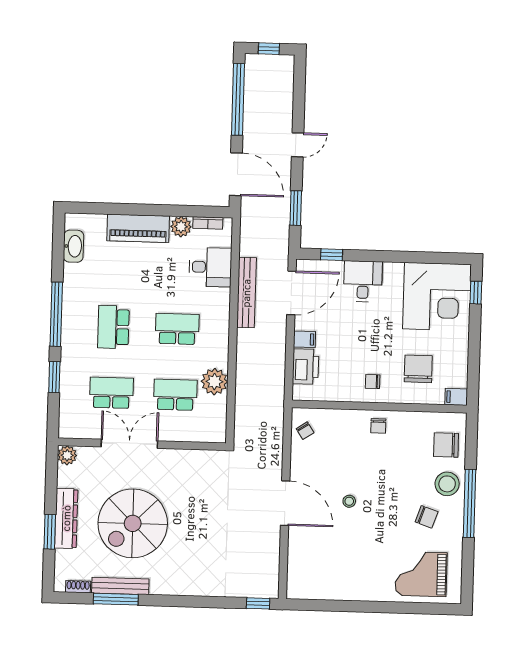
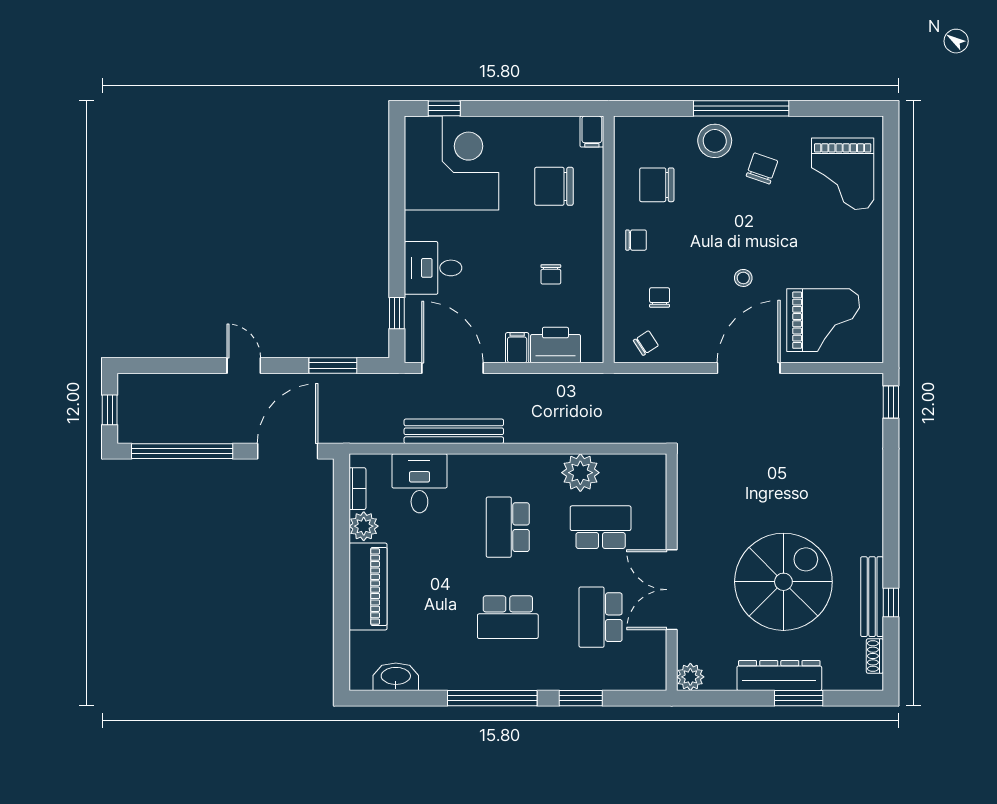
chair: (373, 382) -> (551, 274), moved
school desk: (175, 395) -> (601, 527), turned 90
chair: (337, 441) -> (660, 297), added
chair: (446, 445) -> (657, 185), moved, turned 90
spiral stairs: (133, 523) -> (783, 582), turned -90
grand piano: (318, 557) -> (823, 320), added
window: (116, 599) -> (891, 602), width x0.46

